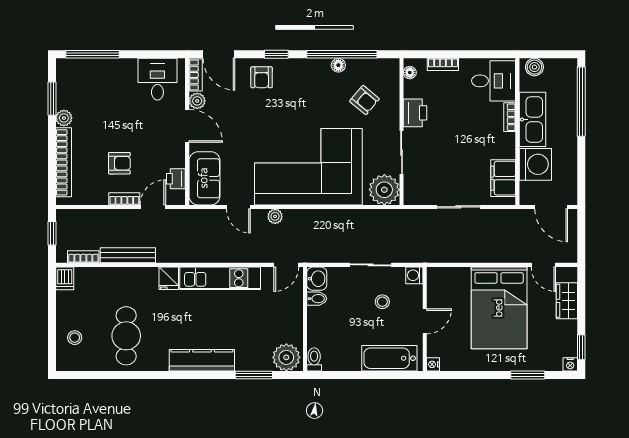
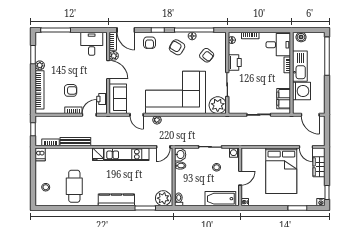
armchair: (311, 86) -> (177, 47), added

